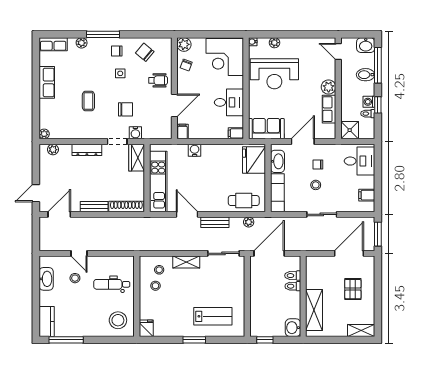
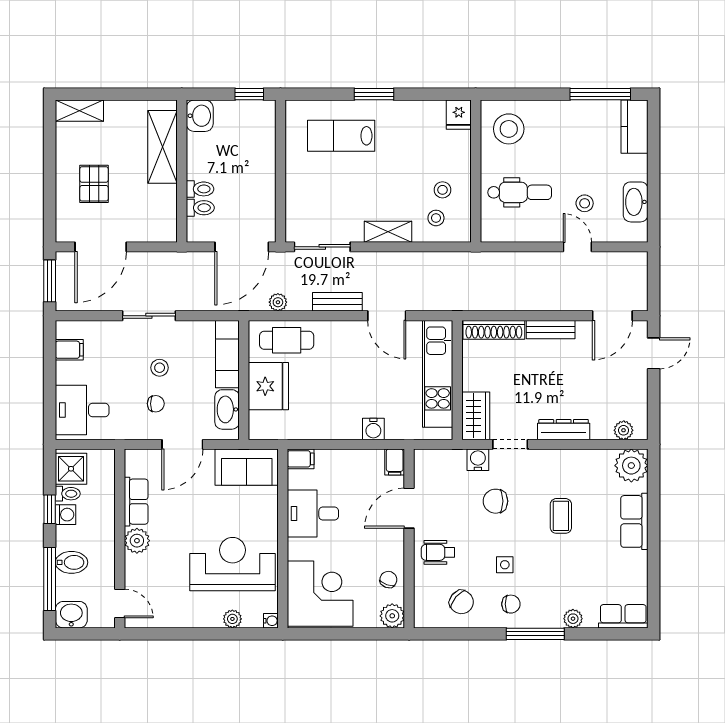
row of seats: (47, 82) -> (634, 521), moved
shower: (350, 130) -> (71, 469), moved
plant: (44, 134) -> (631, 466), width x1.88, depth x1.88
fridge: (254, 160) -> (268, 386), moved

